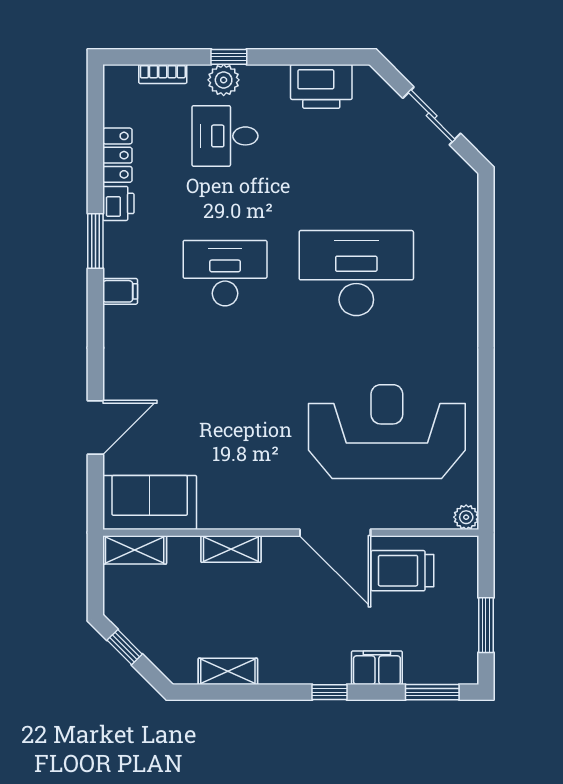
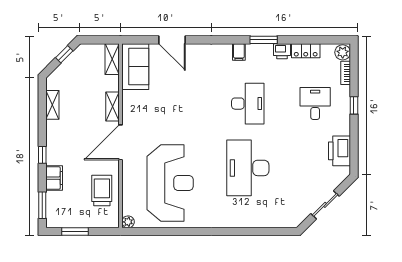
plant: (224, 80) -> (343, 52), moved
desk: (356, 273) -> (248, 168), turned 180
door: (335, 533) -> (121, 142), moved

